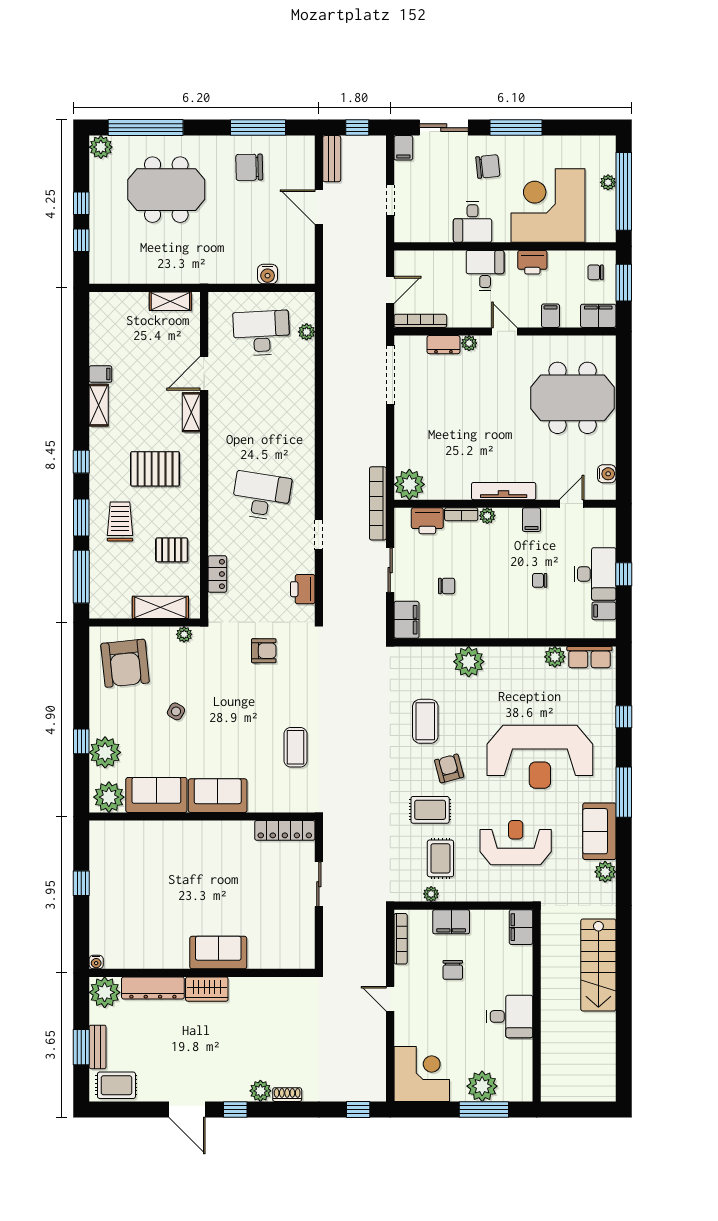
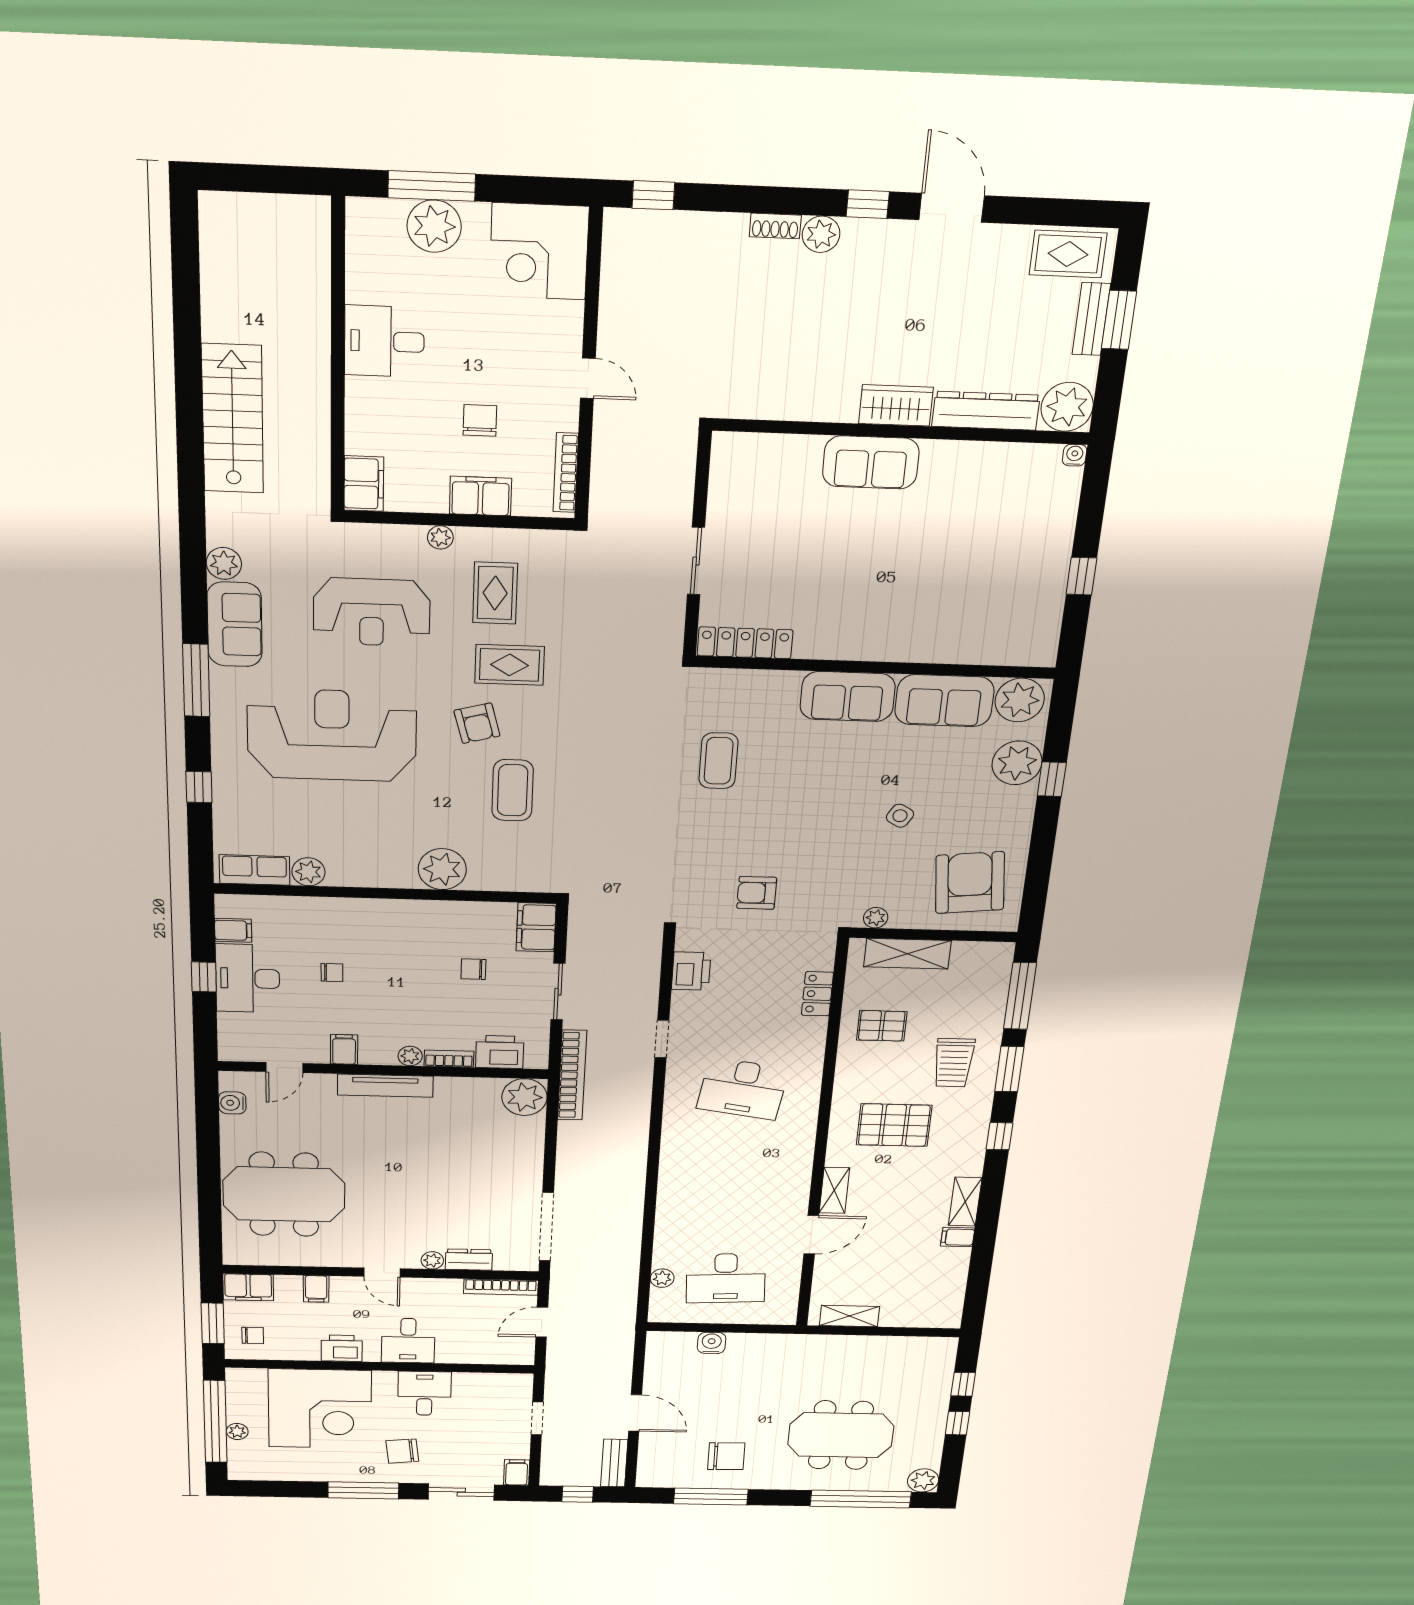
plant: (431, 894) -> (440, 537), moved

